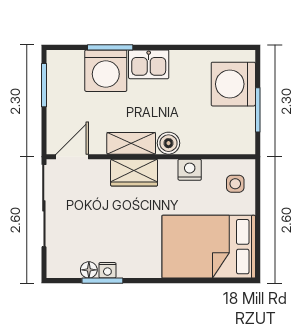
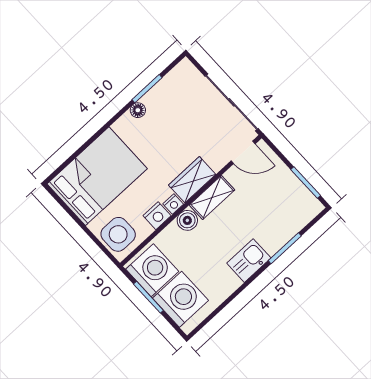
washing machine: (106, 71) -> (152, 270), moved, turned 90
door: (72, 157) -> (243, 152), hinge flipped
side table: (235, 184) -> (118, 234), width x1.87, depth x1.87
floor lamp: (89, 270) -> (138, 110), moved
nightstand: (107, 270) -> (173, 204), moved, turned 180

